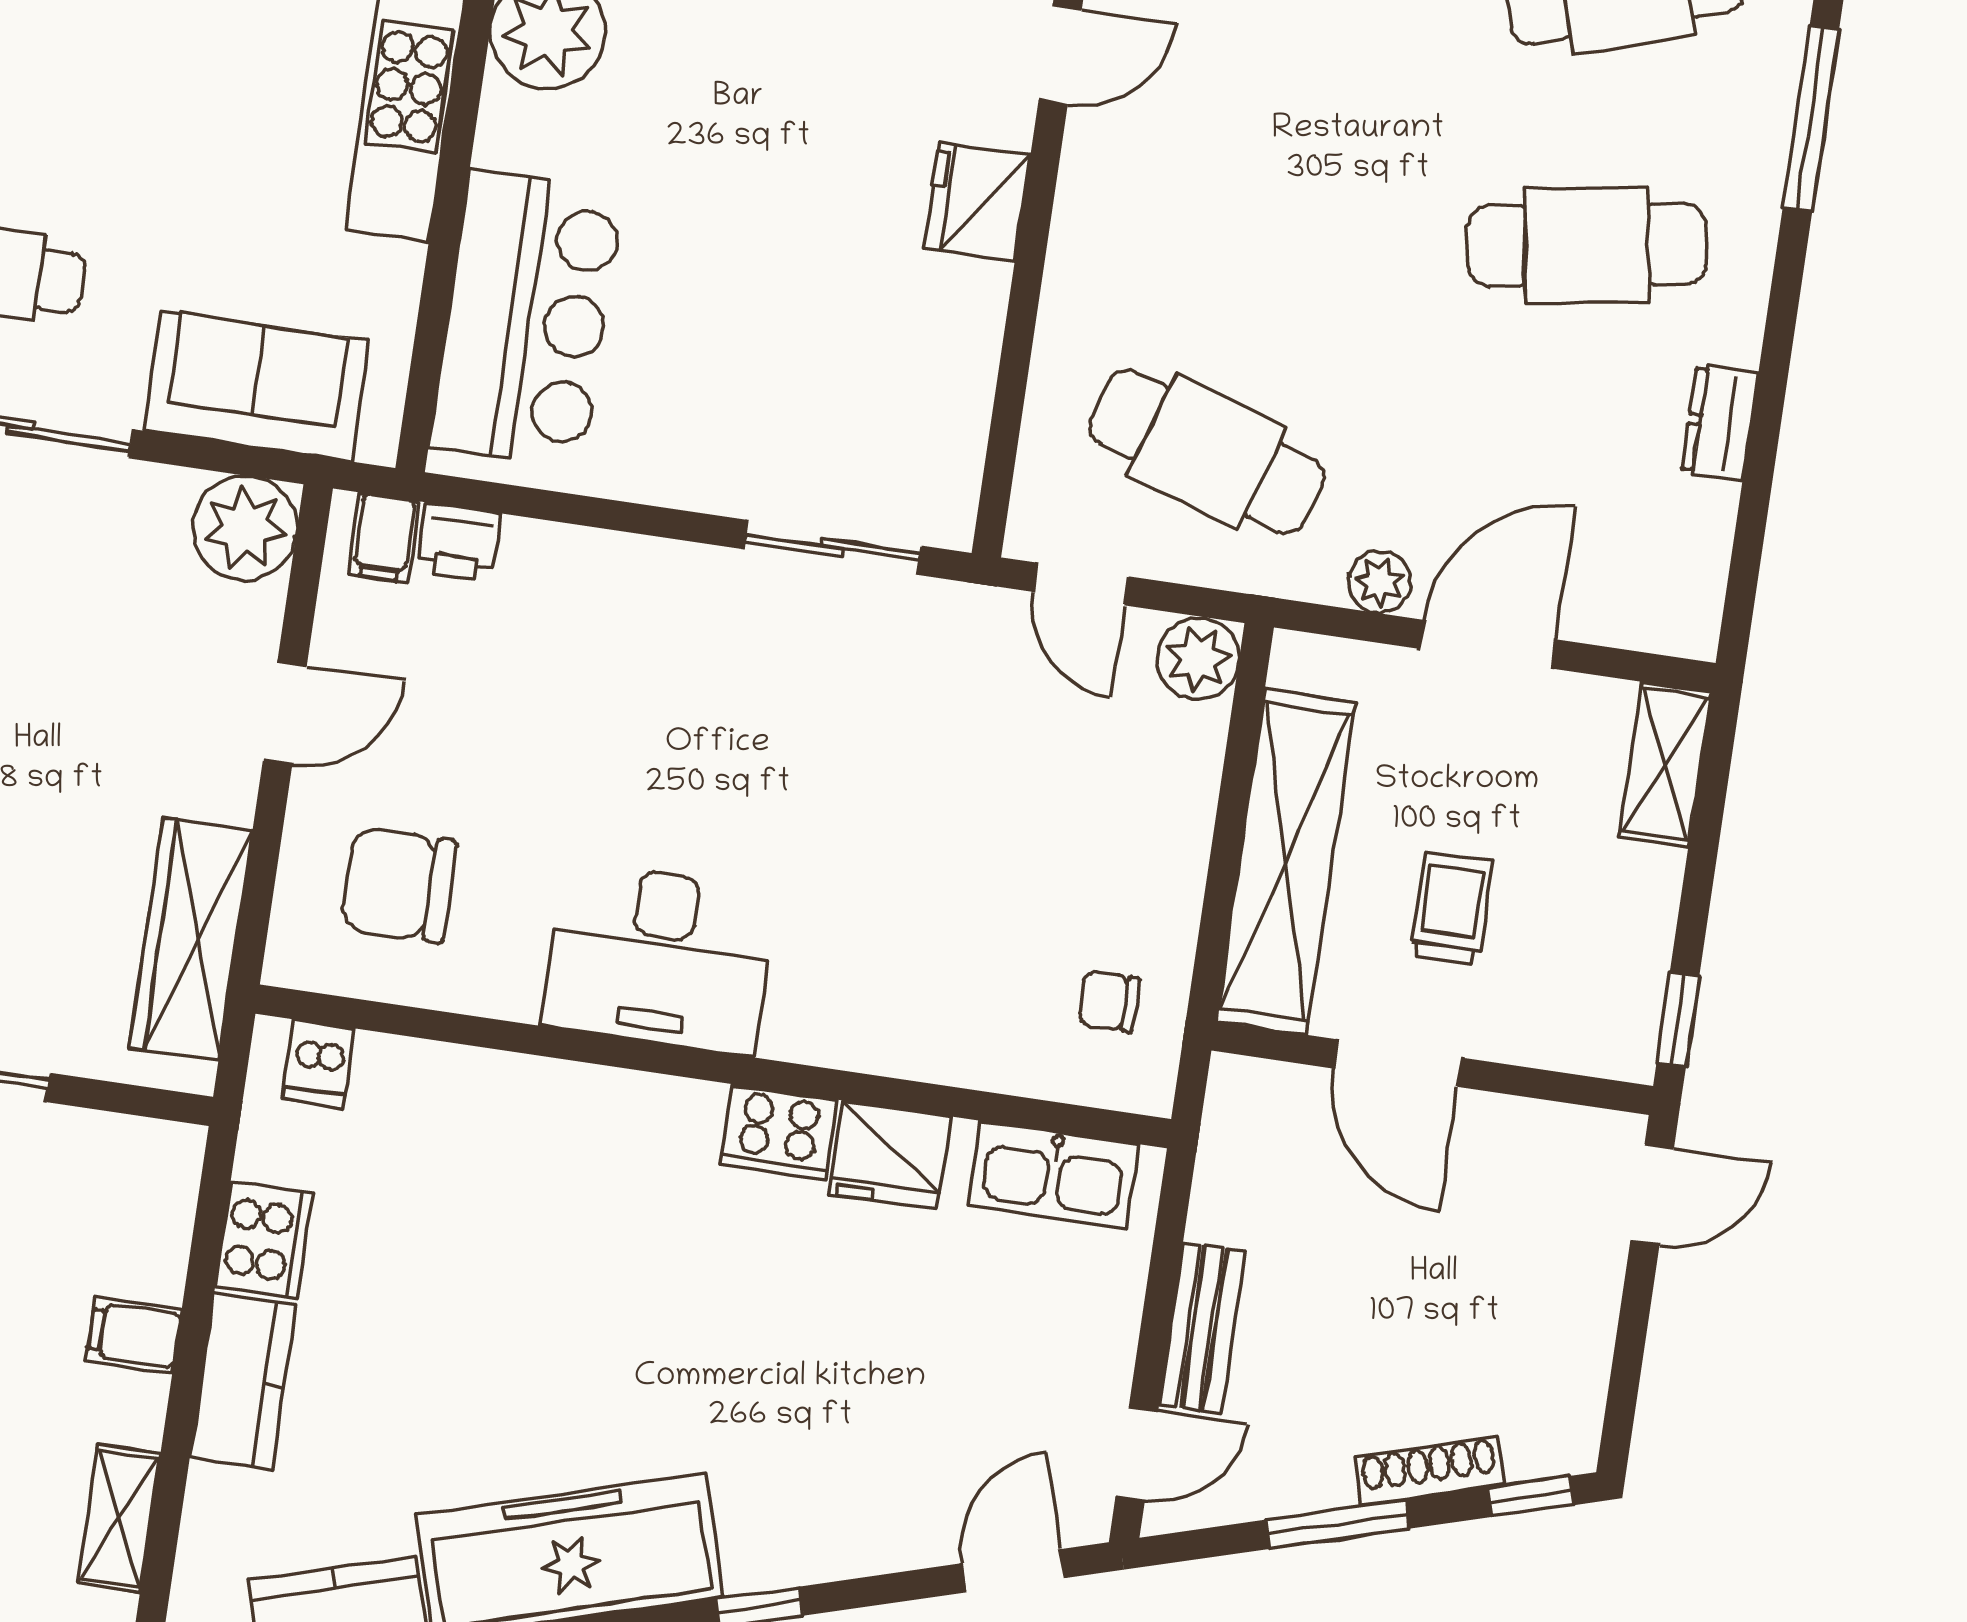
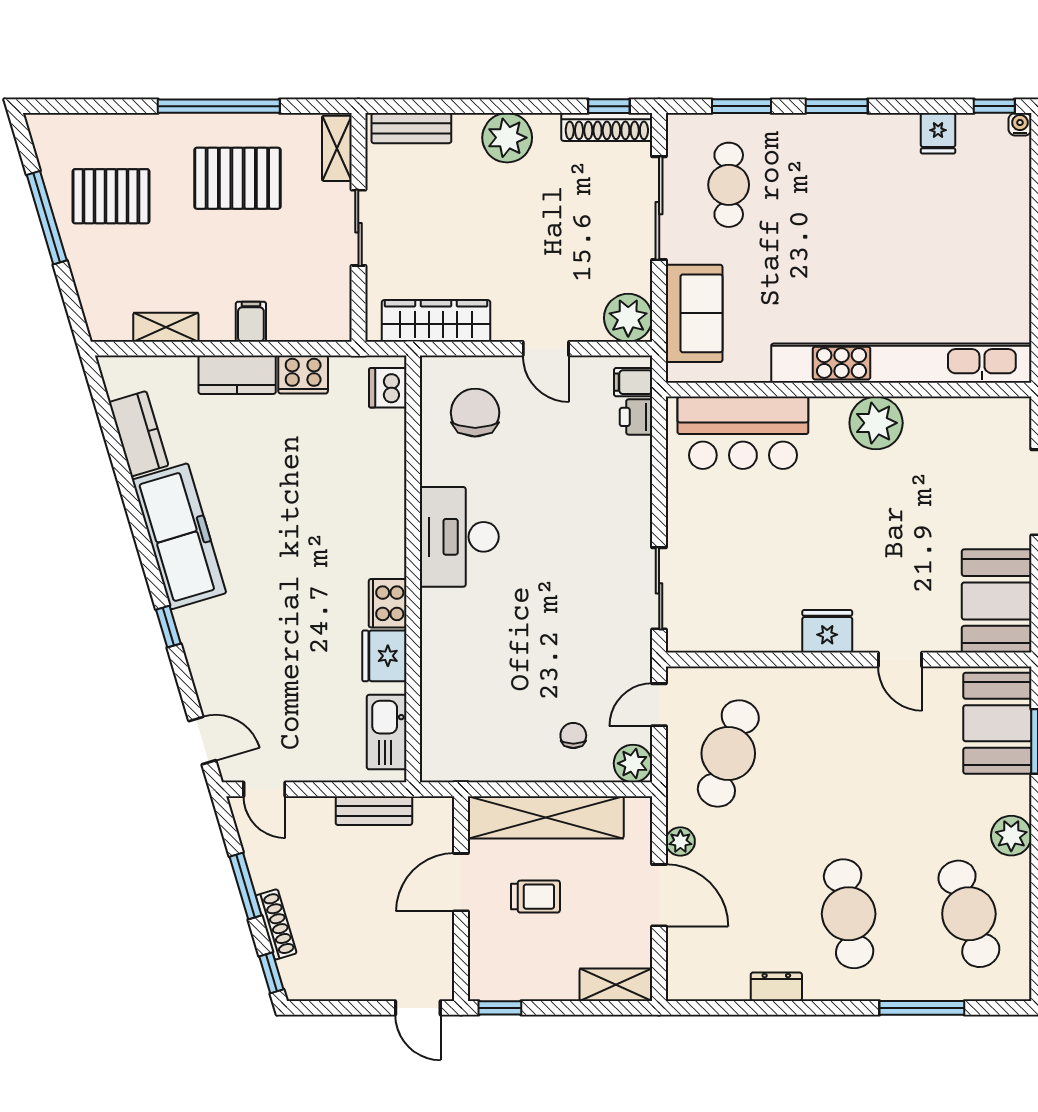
chair: (1109, 1001) -> (573, 735), moved
dishwasher: (319, 1064) -> (388, 388), width x1.38
bench: (1202, 1328) -> (374, 811), moved

